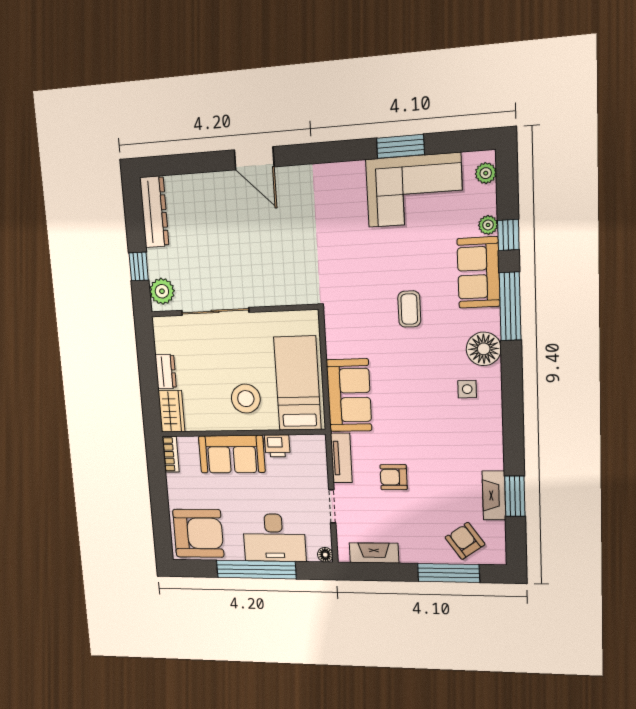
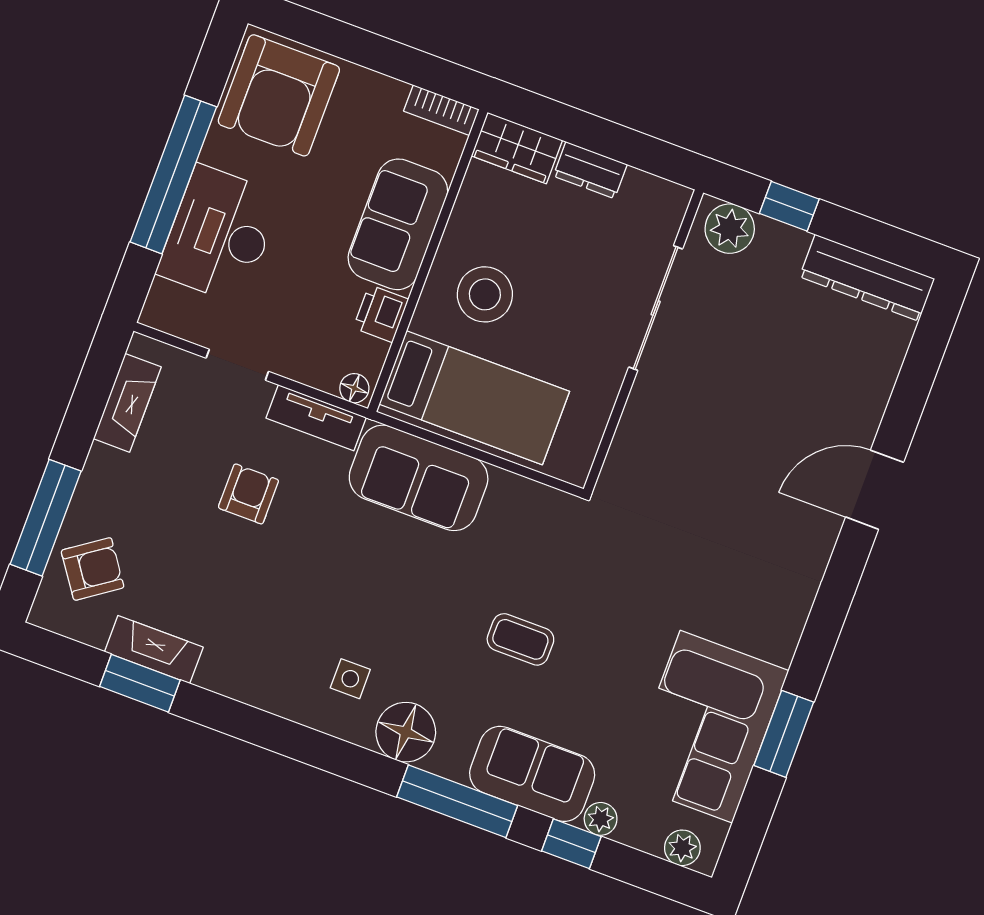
floor lamp: (325, 555) -> (354, 388), moved

